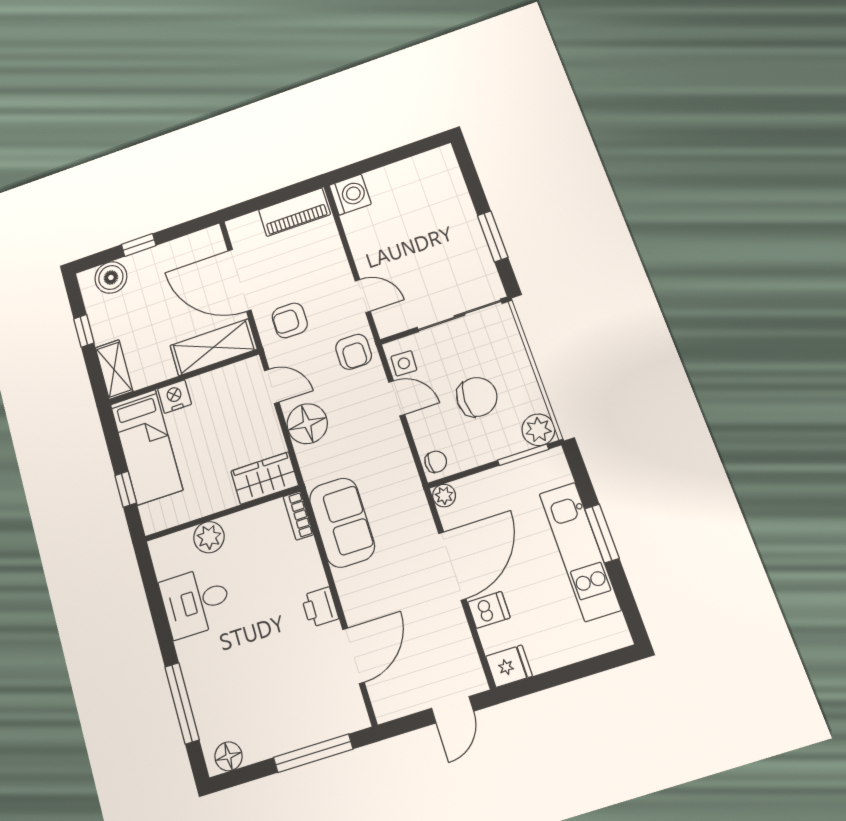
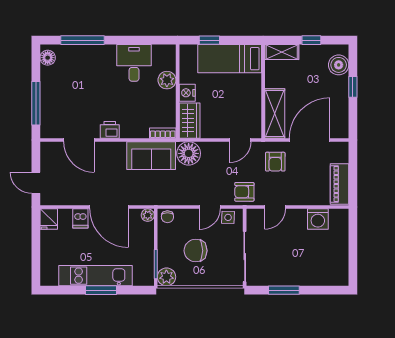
washing machine: (350, 195) -> (318, 219), moved
armchair: (290, 320) -> (275, 162), turned 180
nightstand: (175, 397) -> (187, 93), moved, turned 180
chair: (477, 397) -> (196, 251), turned 90
floor lamp: (307, 424) -> (189, 153), moved

